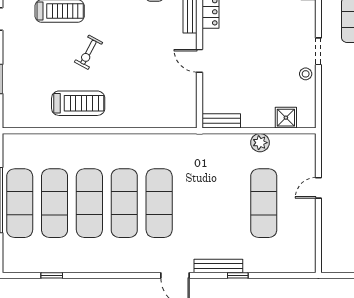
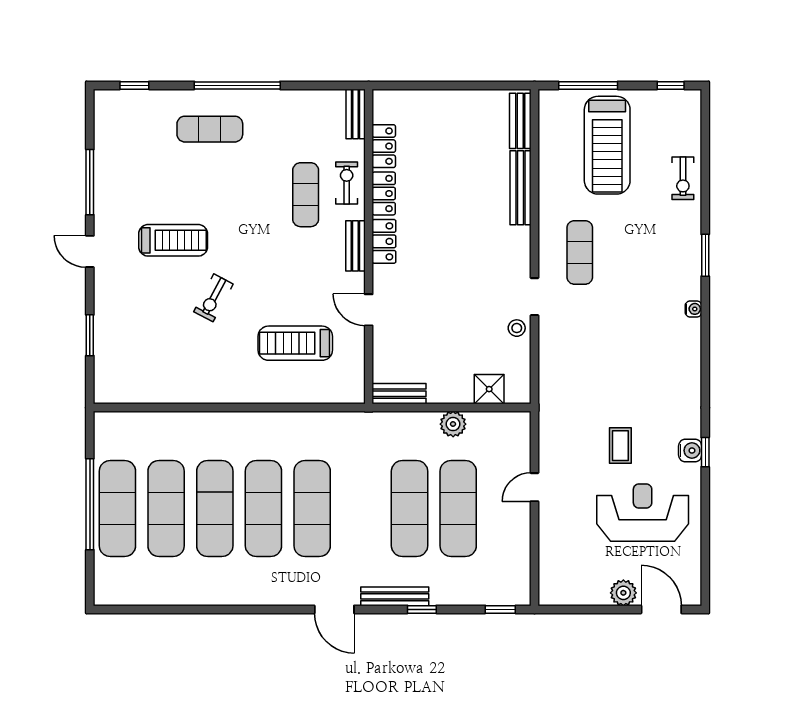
treadmill: (78, 103) -> (295, 343), moved, turned 180
exercise mat: (229, 203) -> (410, 508), added
window: (52, 275) -> (500, 609), moved

